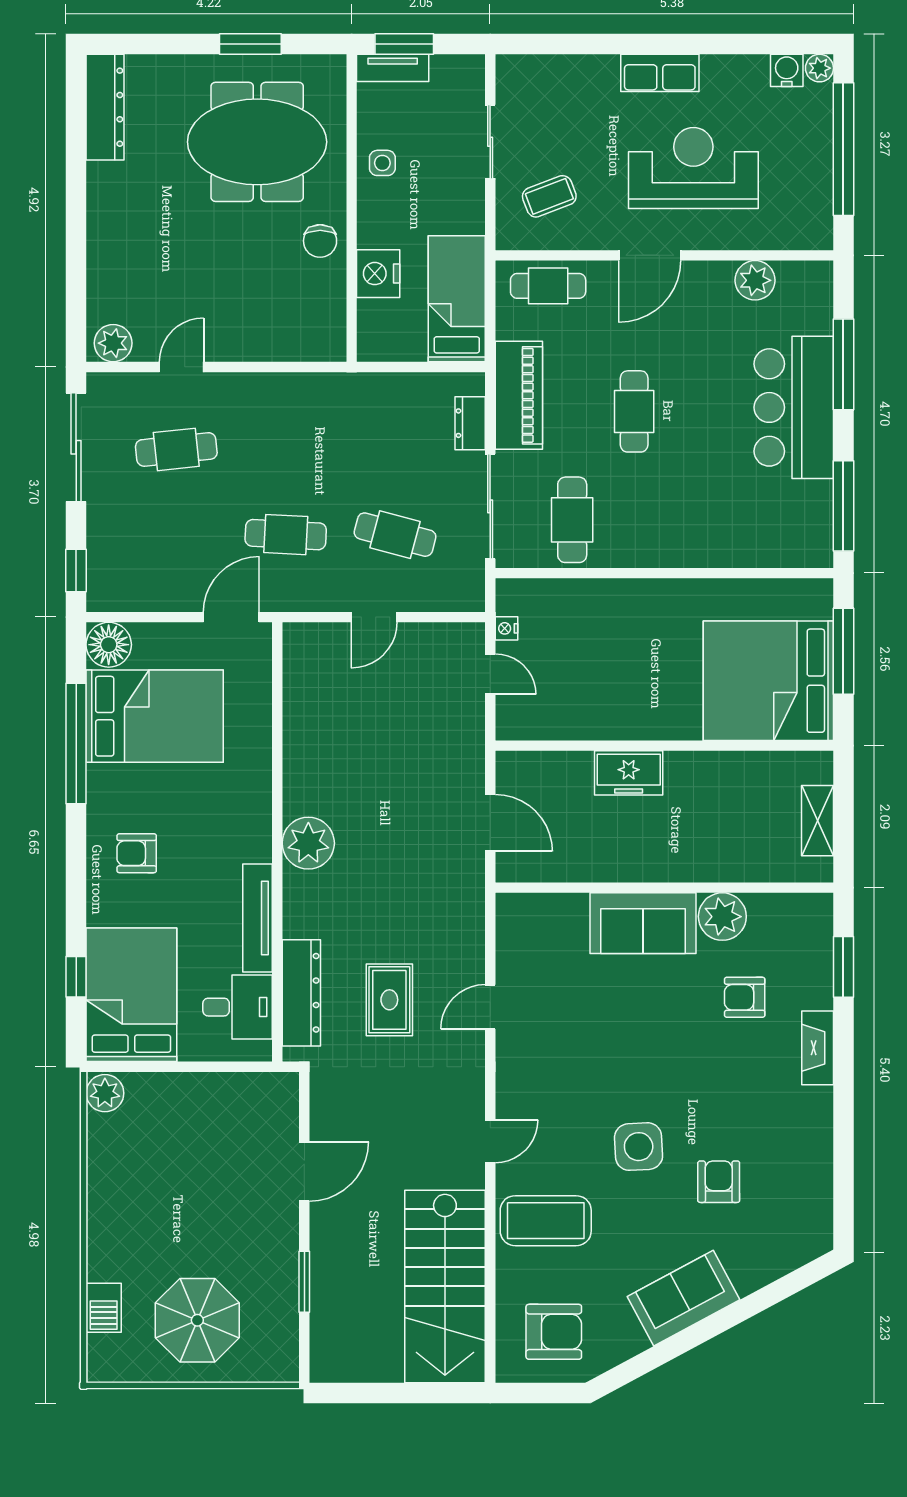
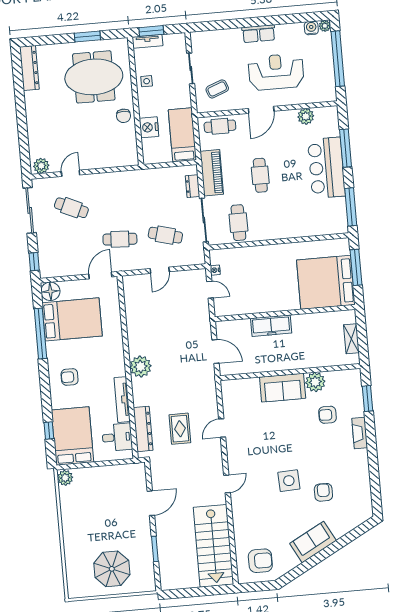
cafe table: (176, 449) -> (71, 208), turned 30
freezer: (629, 773) -> (271, 326), width x1.40
coffee table: (546, 1221) -> (253, 515), removed
barbecue: (104, 1308) -> (72, 567), removed

